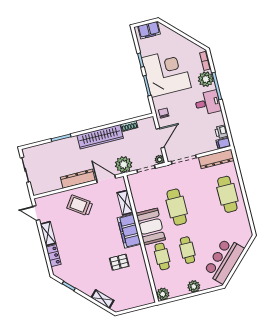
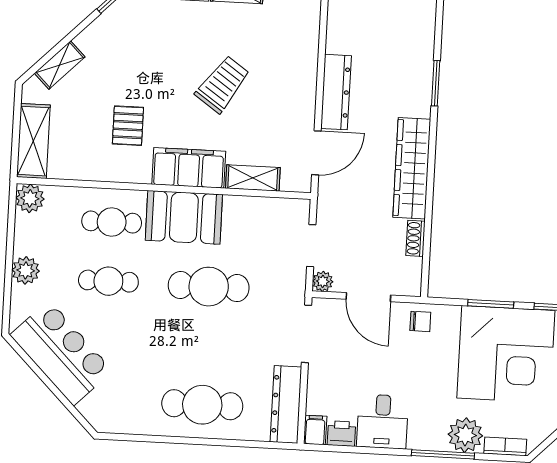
desk: (208, 103) -> (382, 422), moved
plant: (124, 165) -> (336, 200), removed
trolley: (80, 205) -> (222, 84), moved
shelving: (138, 300) -> (33, 141), added

